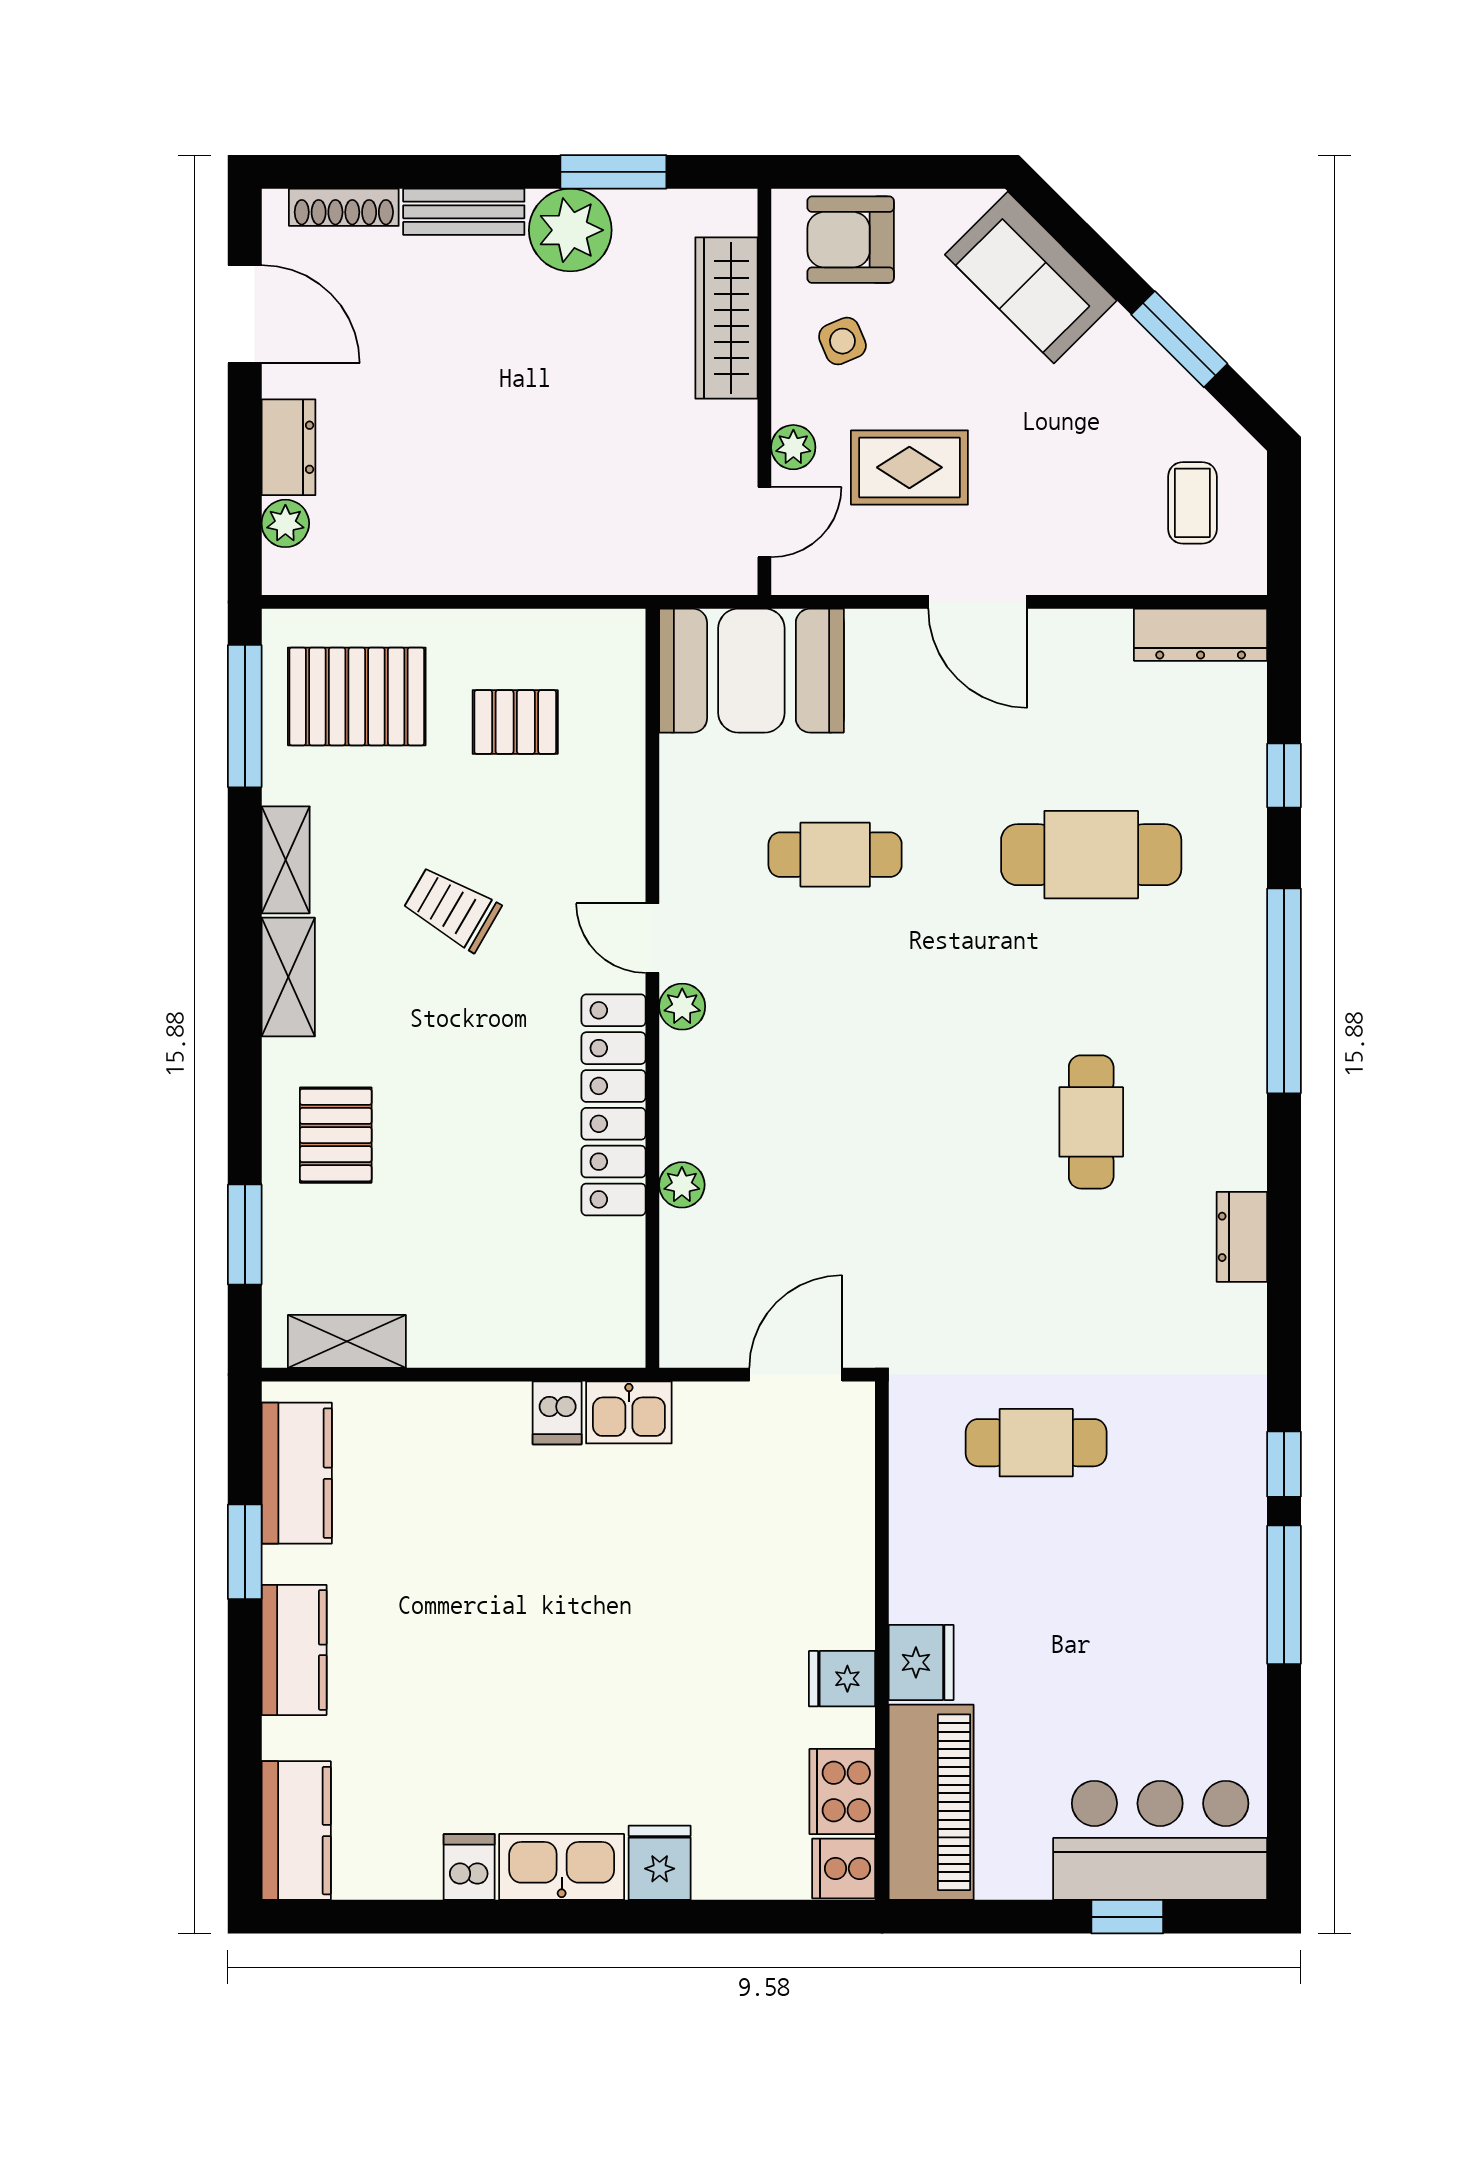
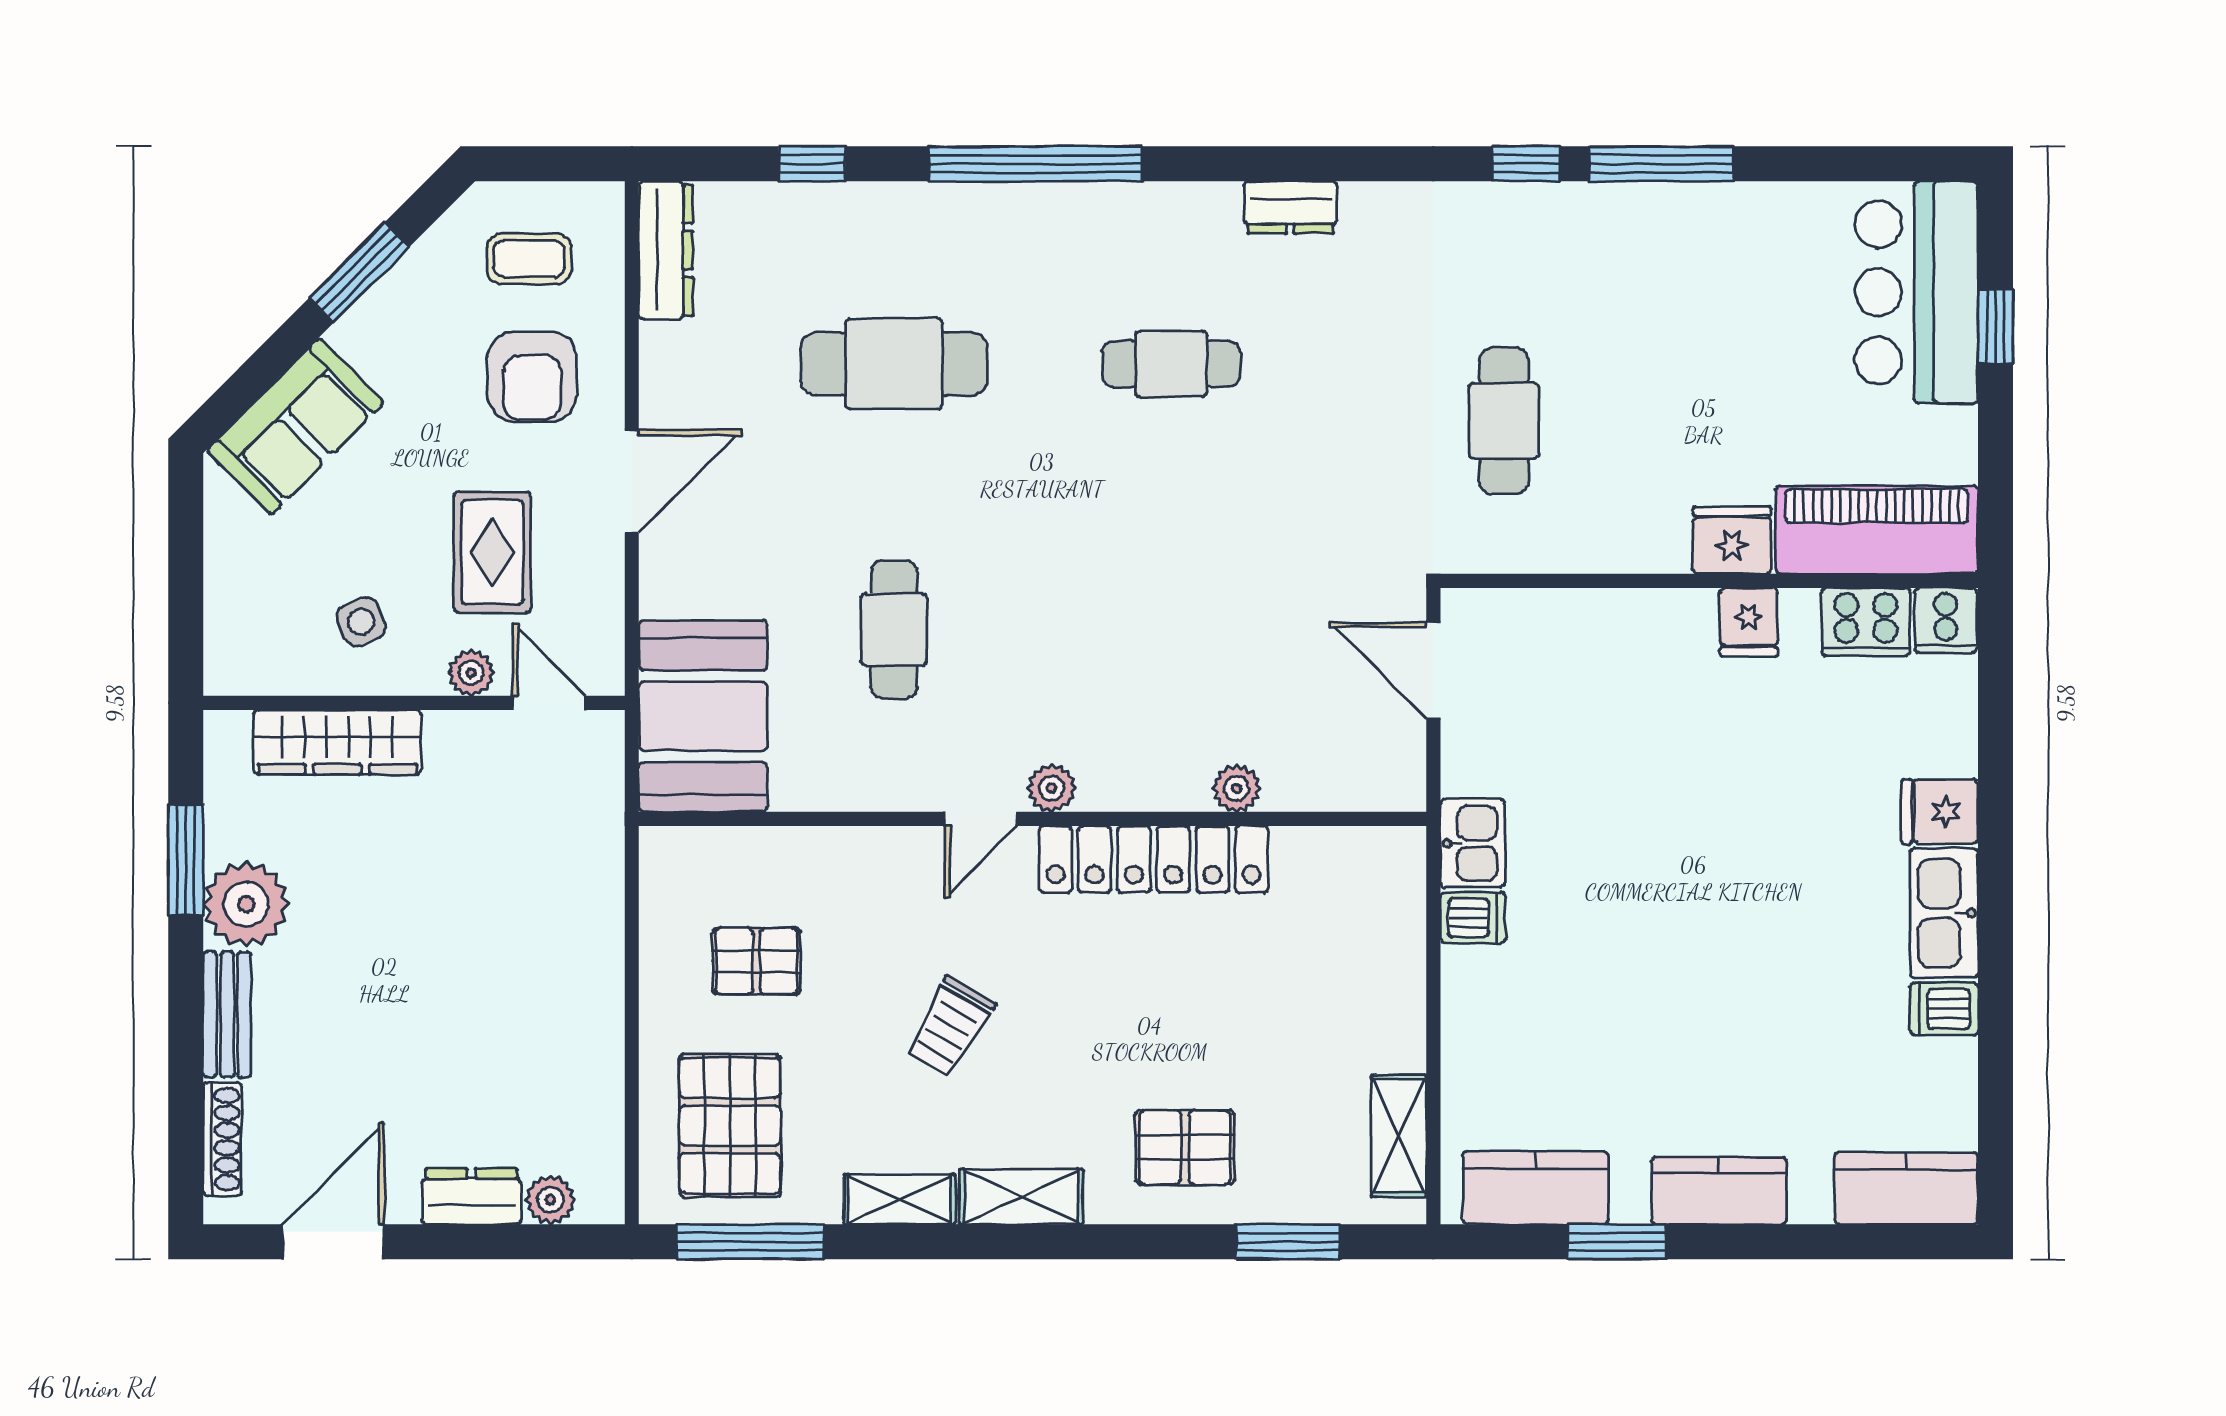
armchair: (851, 240) -> (532, 377), moved
pallet: (515, 722) -> (756, 961), turned 90
cafe table: (1091, 855) -> (894, 364), turned 90

